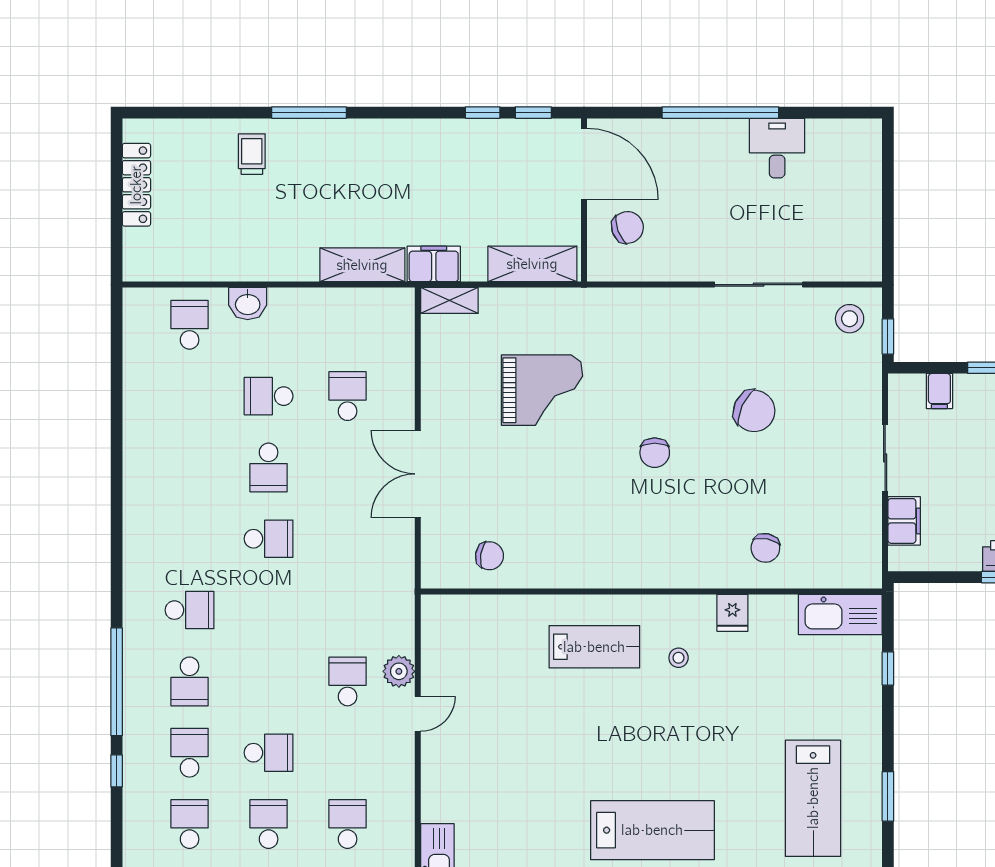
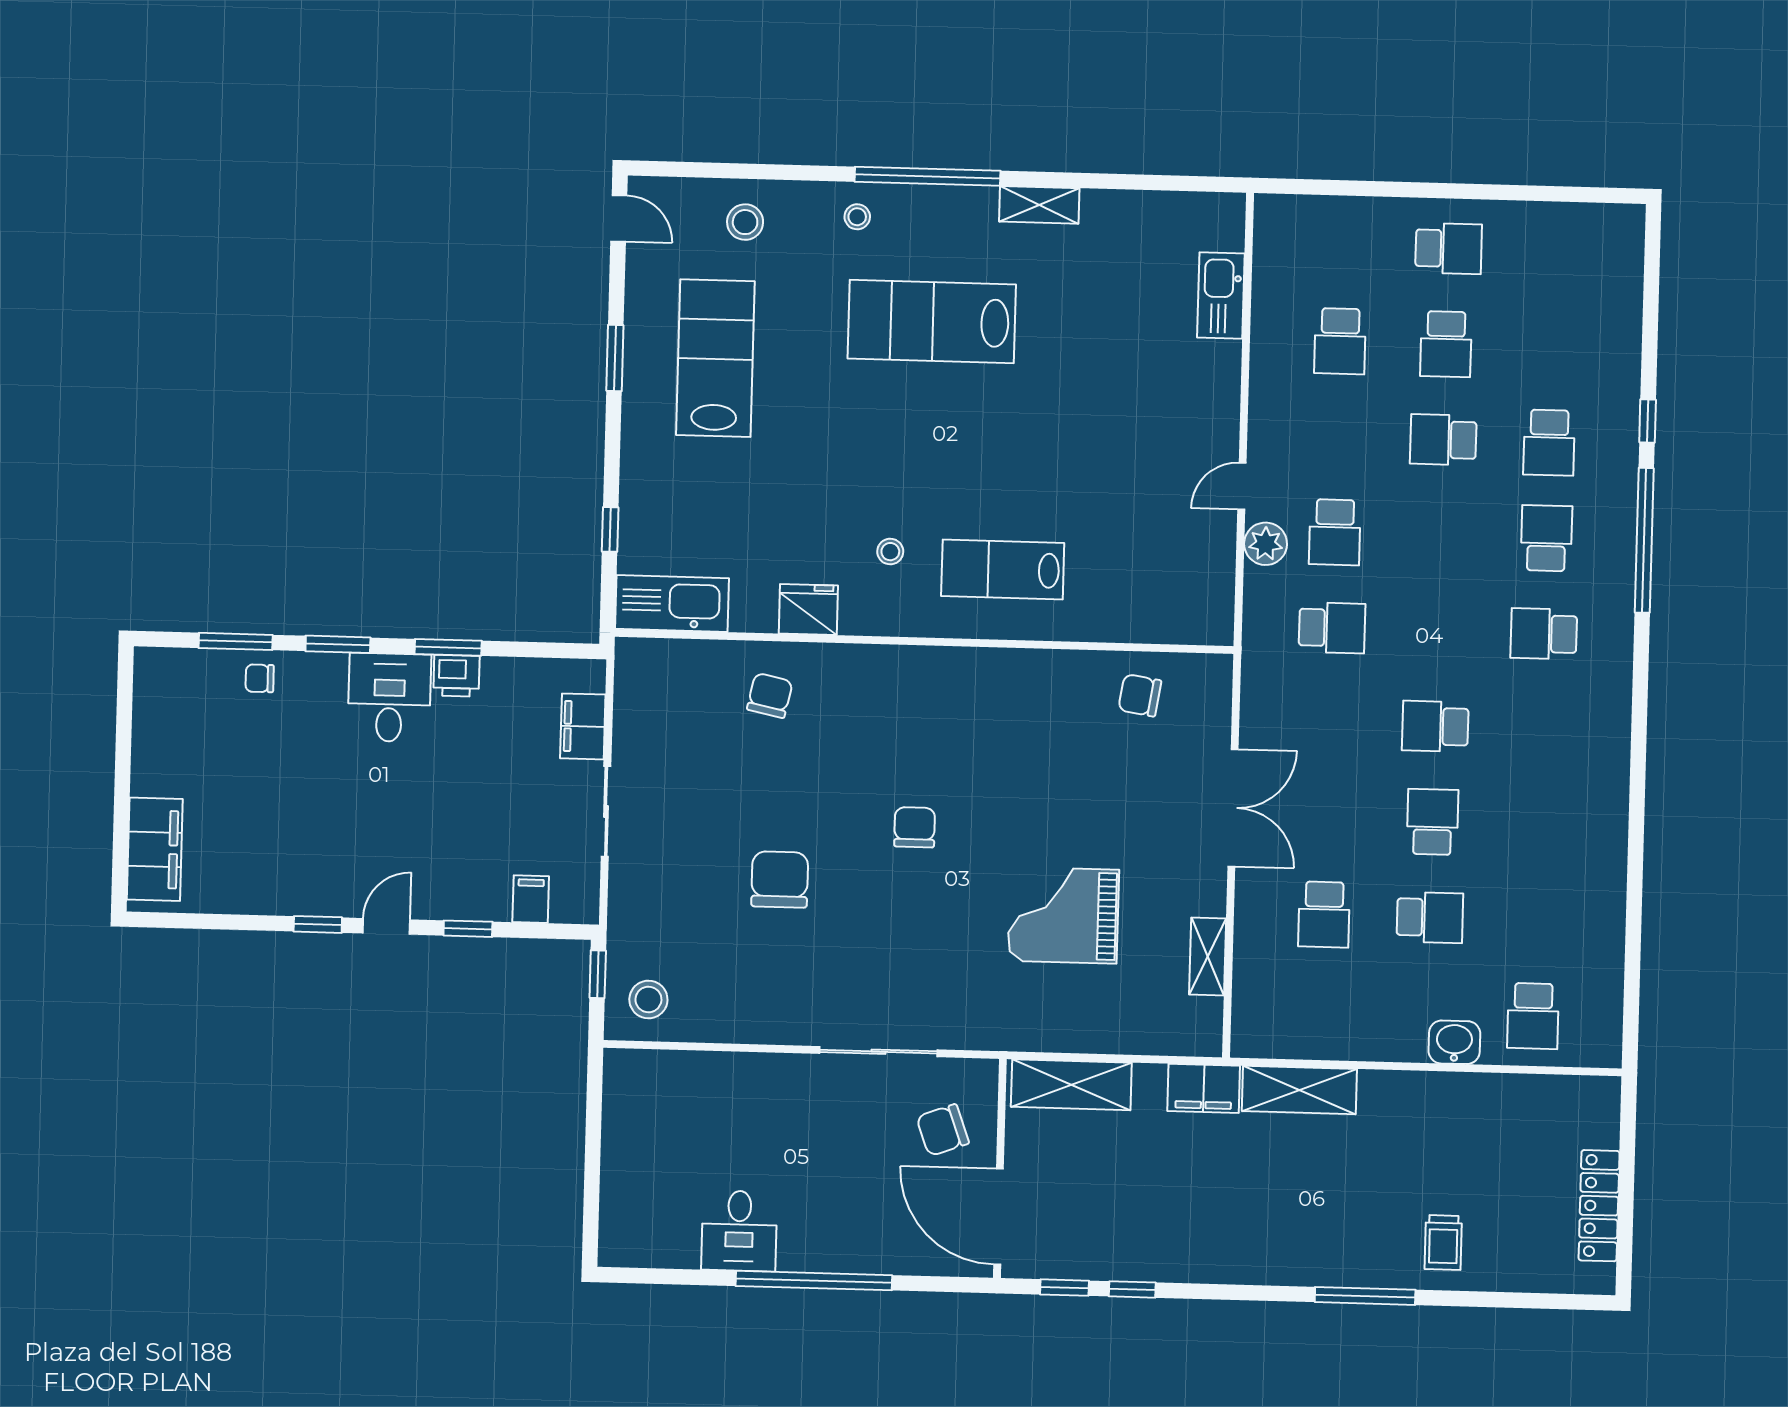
sliding door: (759, 285) -> (878, 1052), moved
shelving: (449, 300) -> (1208, 956), moved, turned 90
chair: (754, 411) -> (780, 879), turned 65
fridge: (732, 613) -> (808, 610), width x1.38
school desk: (190, 824) -> (1332, 628), moved, turned -90

